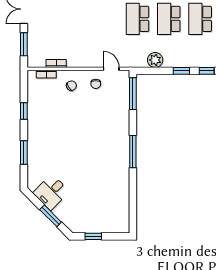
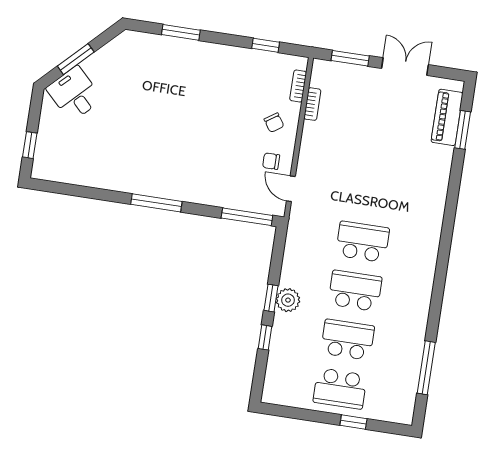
plant: (155, 60) -> (288, 300), moved
door: (111, 69) -> (291, 189), swing flipped
window: (24, 111) -> (266, 45), moved
desk: (51, 192) -> (74, 94), moved
window: (93, 236) -> (30, 145), moved

